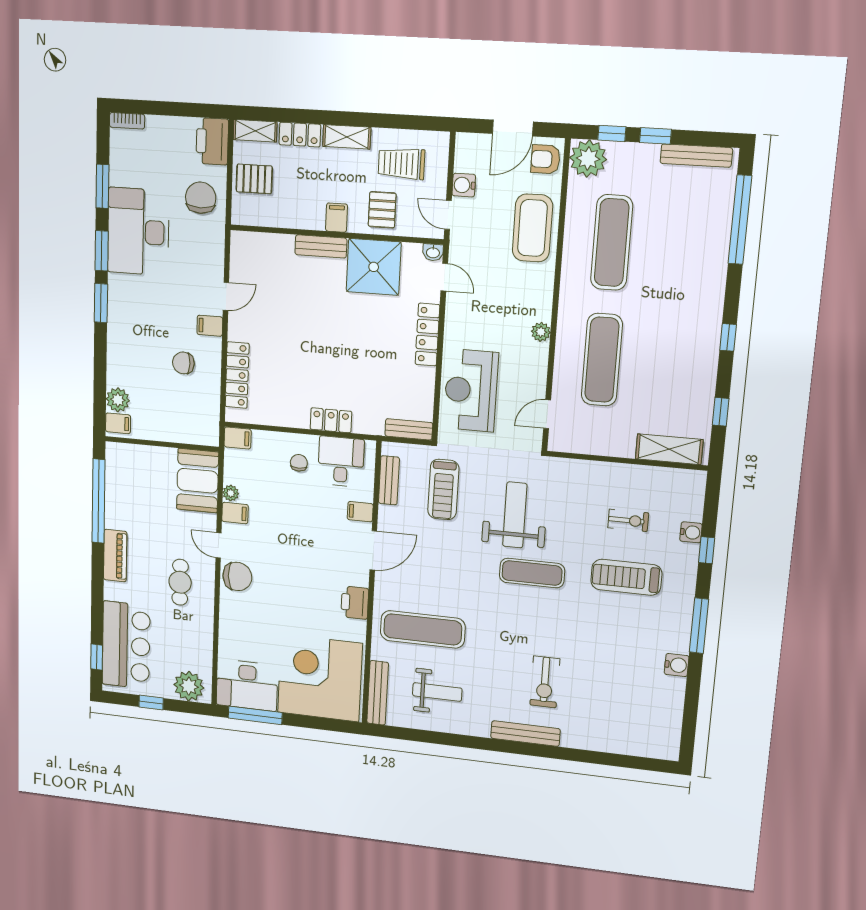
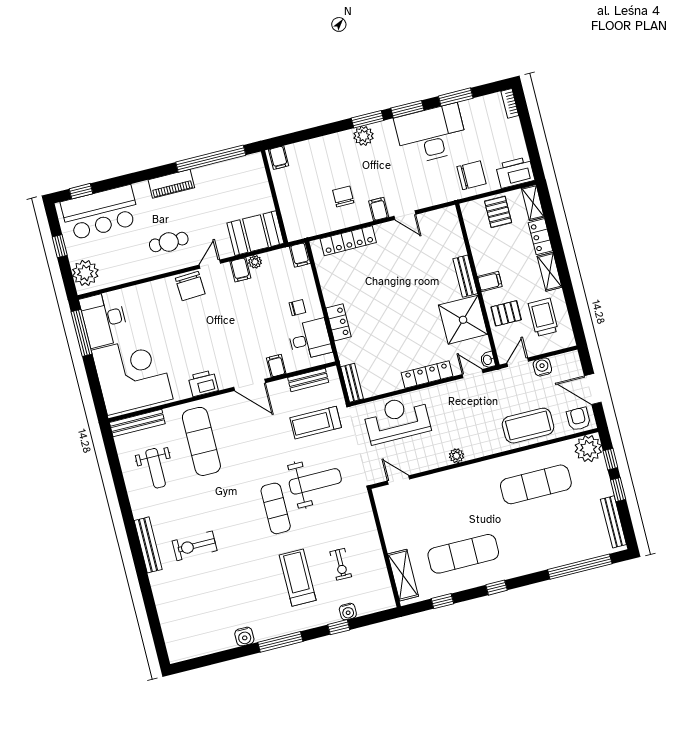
door: (444, 277) -> (473, 374), swing flipped
exercise mat: (602, 360) -> (463, 554), moved
plant: (118, 400) -> (363, 136), moved

